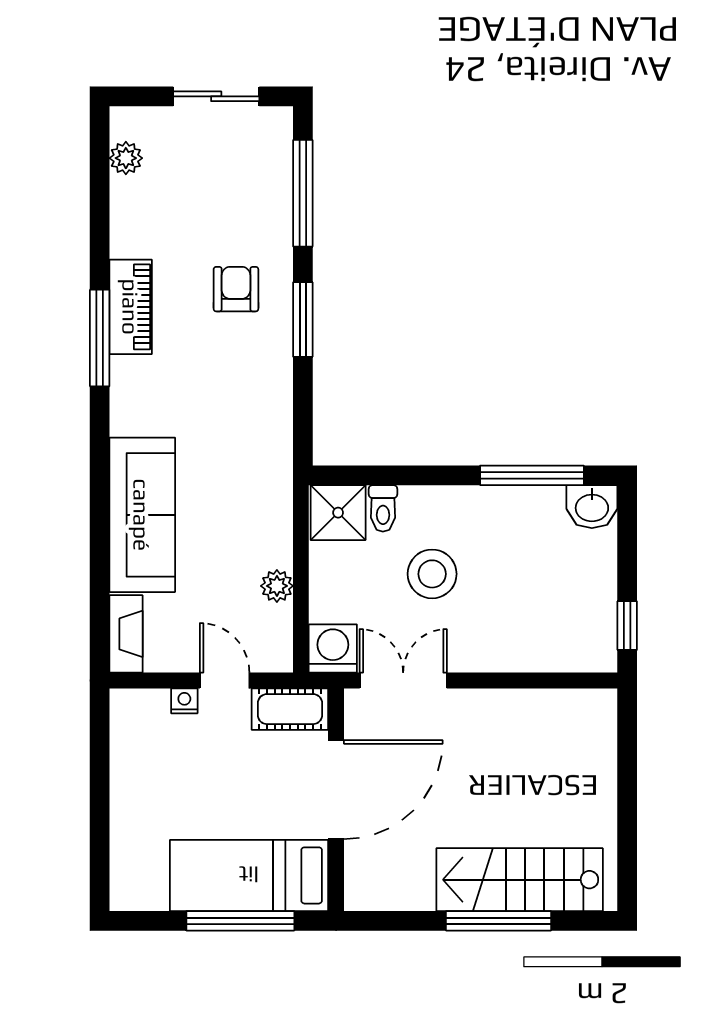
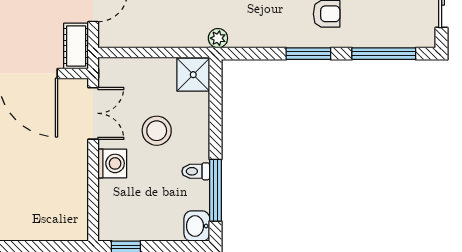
toilet: (383, 508) -> (196, 171), moved
plant: (277, 586) -> (218, 38), moved
washing machine: (333, 649) -> (112, 163), moved

